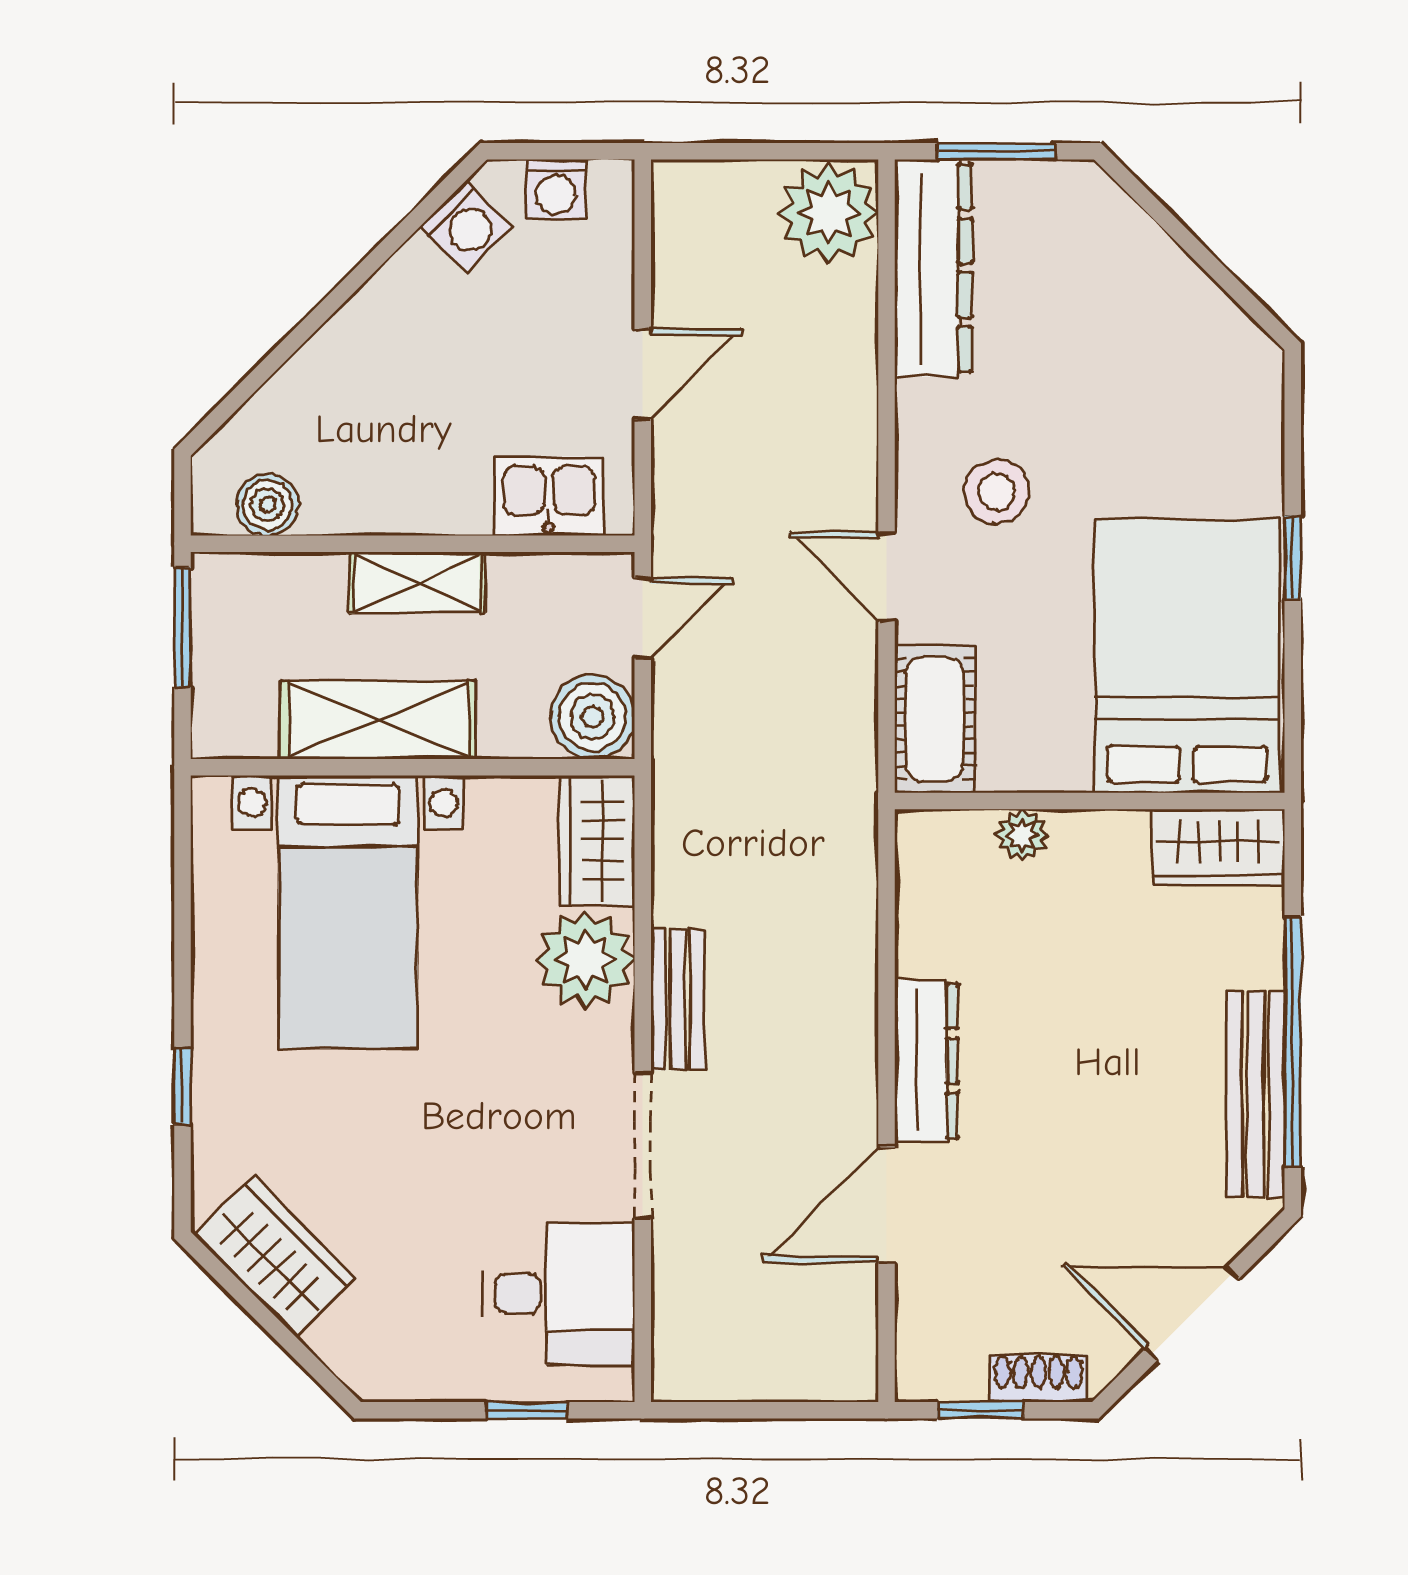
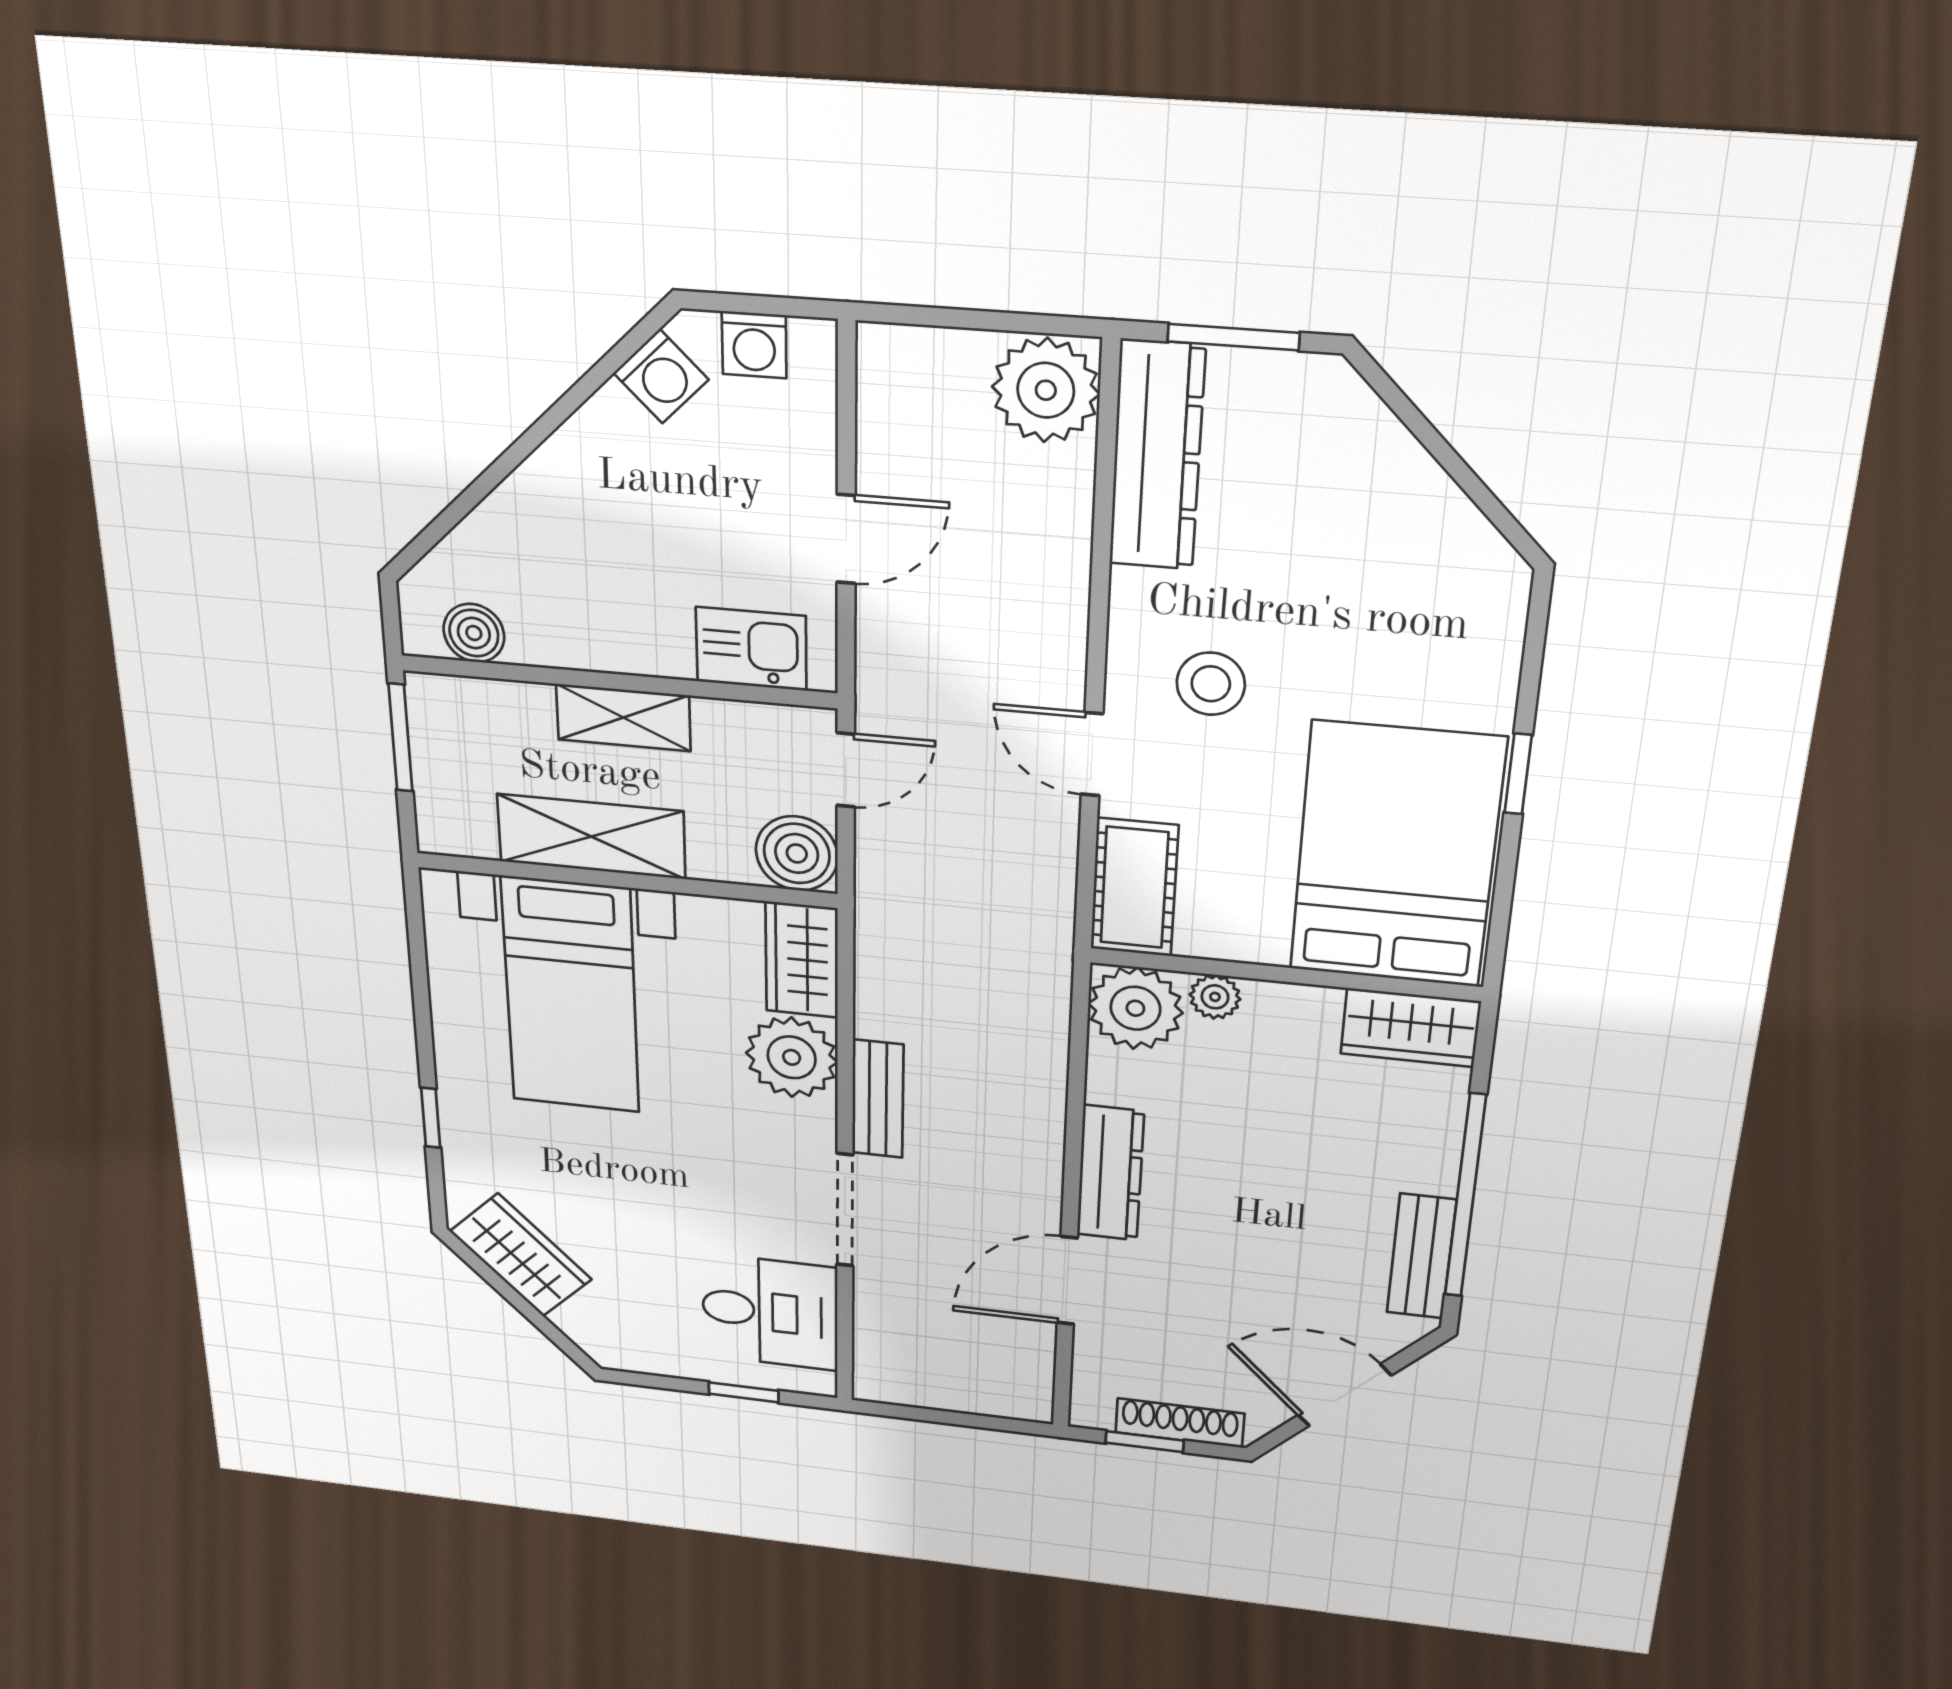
plant: (943, 857) -> (1135, 1008), added
bench: (1256, 1094) -> (1421, 1256), width x0.73
shoe rack: (1039, 1379) -> (1180, 1423), width x1.43

